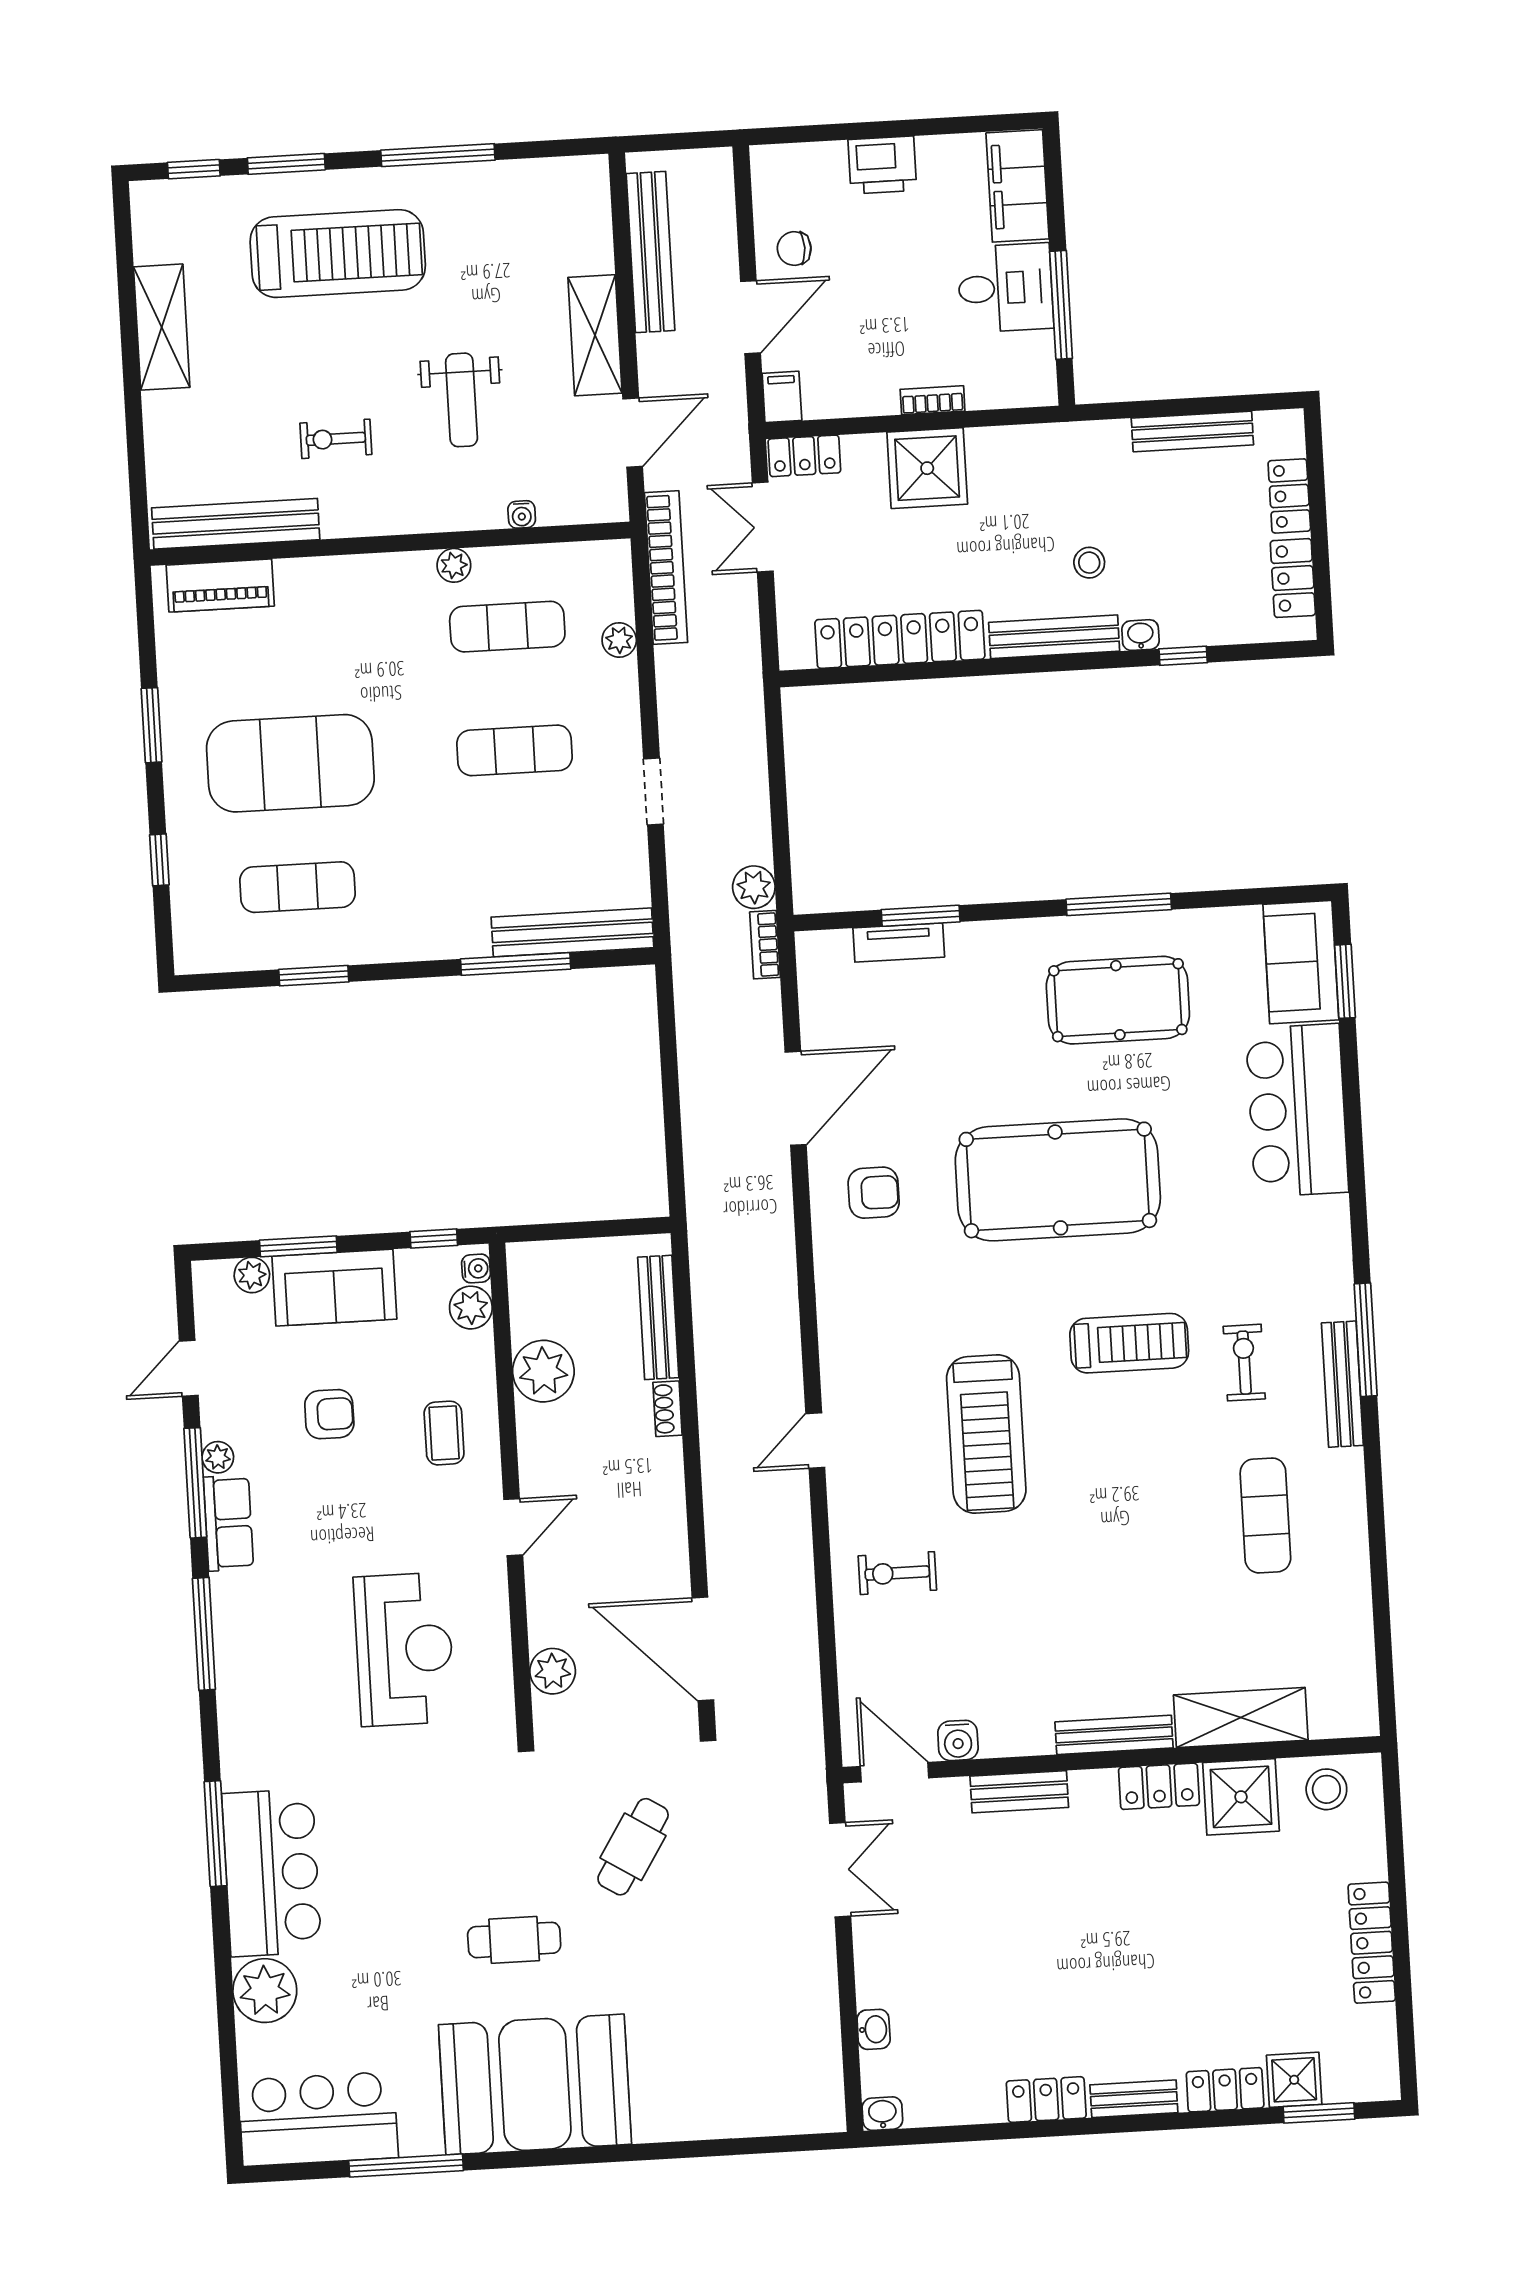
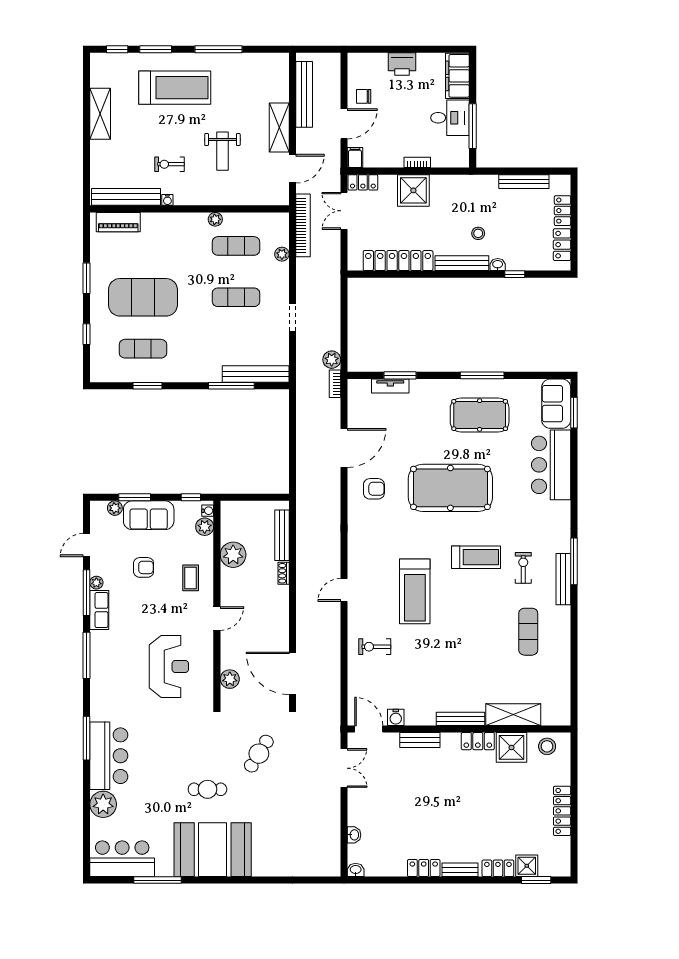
water cooler: (522, 514) -> (167, 200), moved

